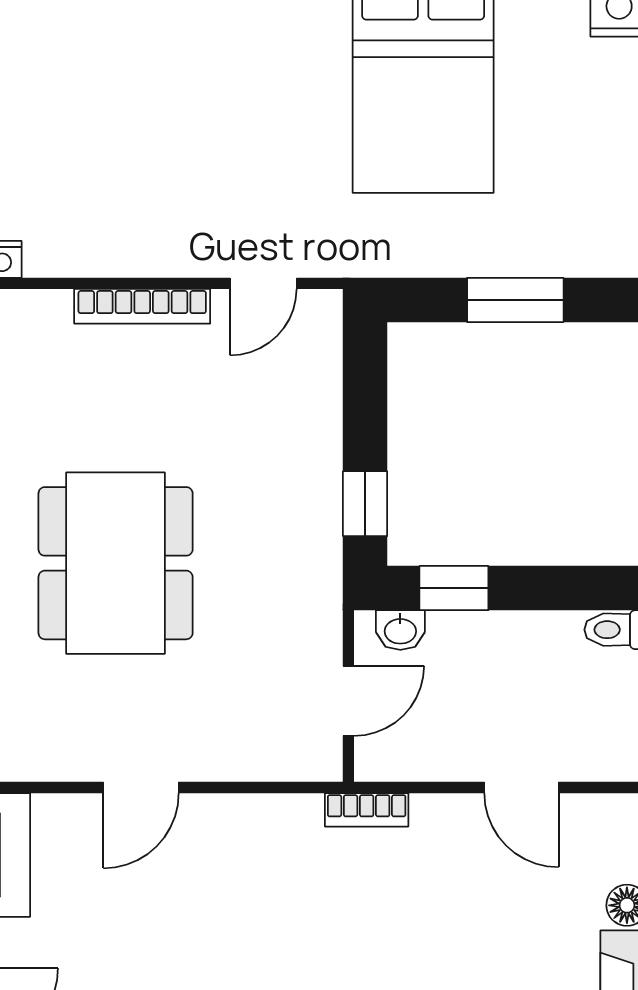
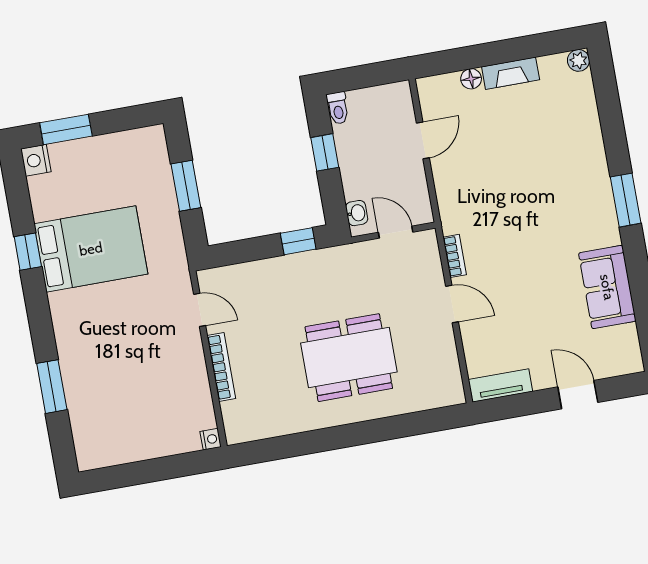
window: (454, 588) -> (325, 152), moved
door: (141, 788) -> (452, 304), moved
bookcase: (367, 810) -> (455, 256), moved

